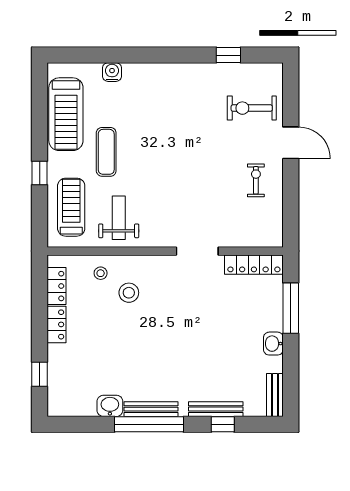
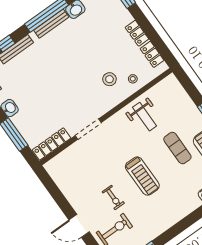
exercise bike: (256, 180) -> (113, 197), moved
treadmill: (71, 207) -> (142, 176), moved

